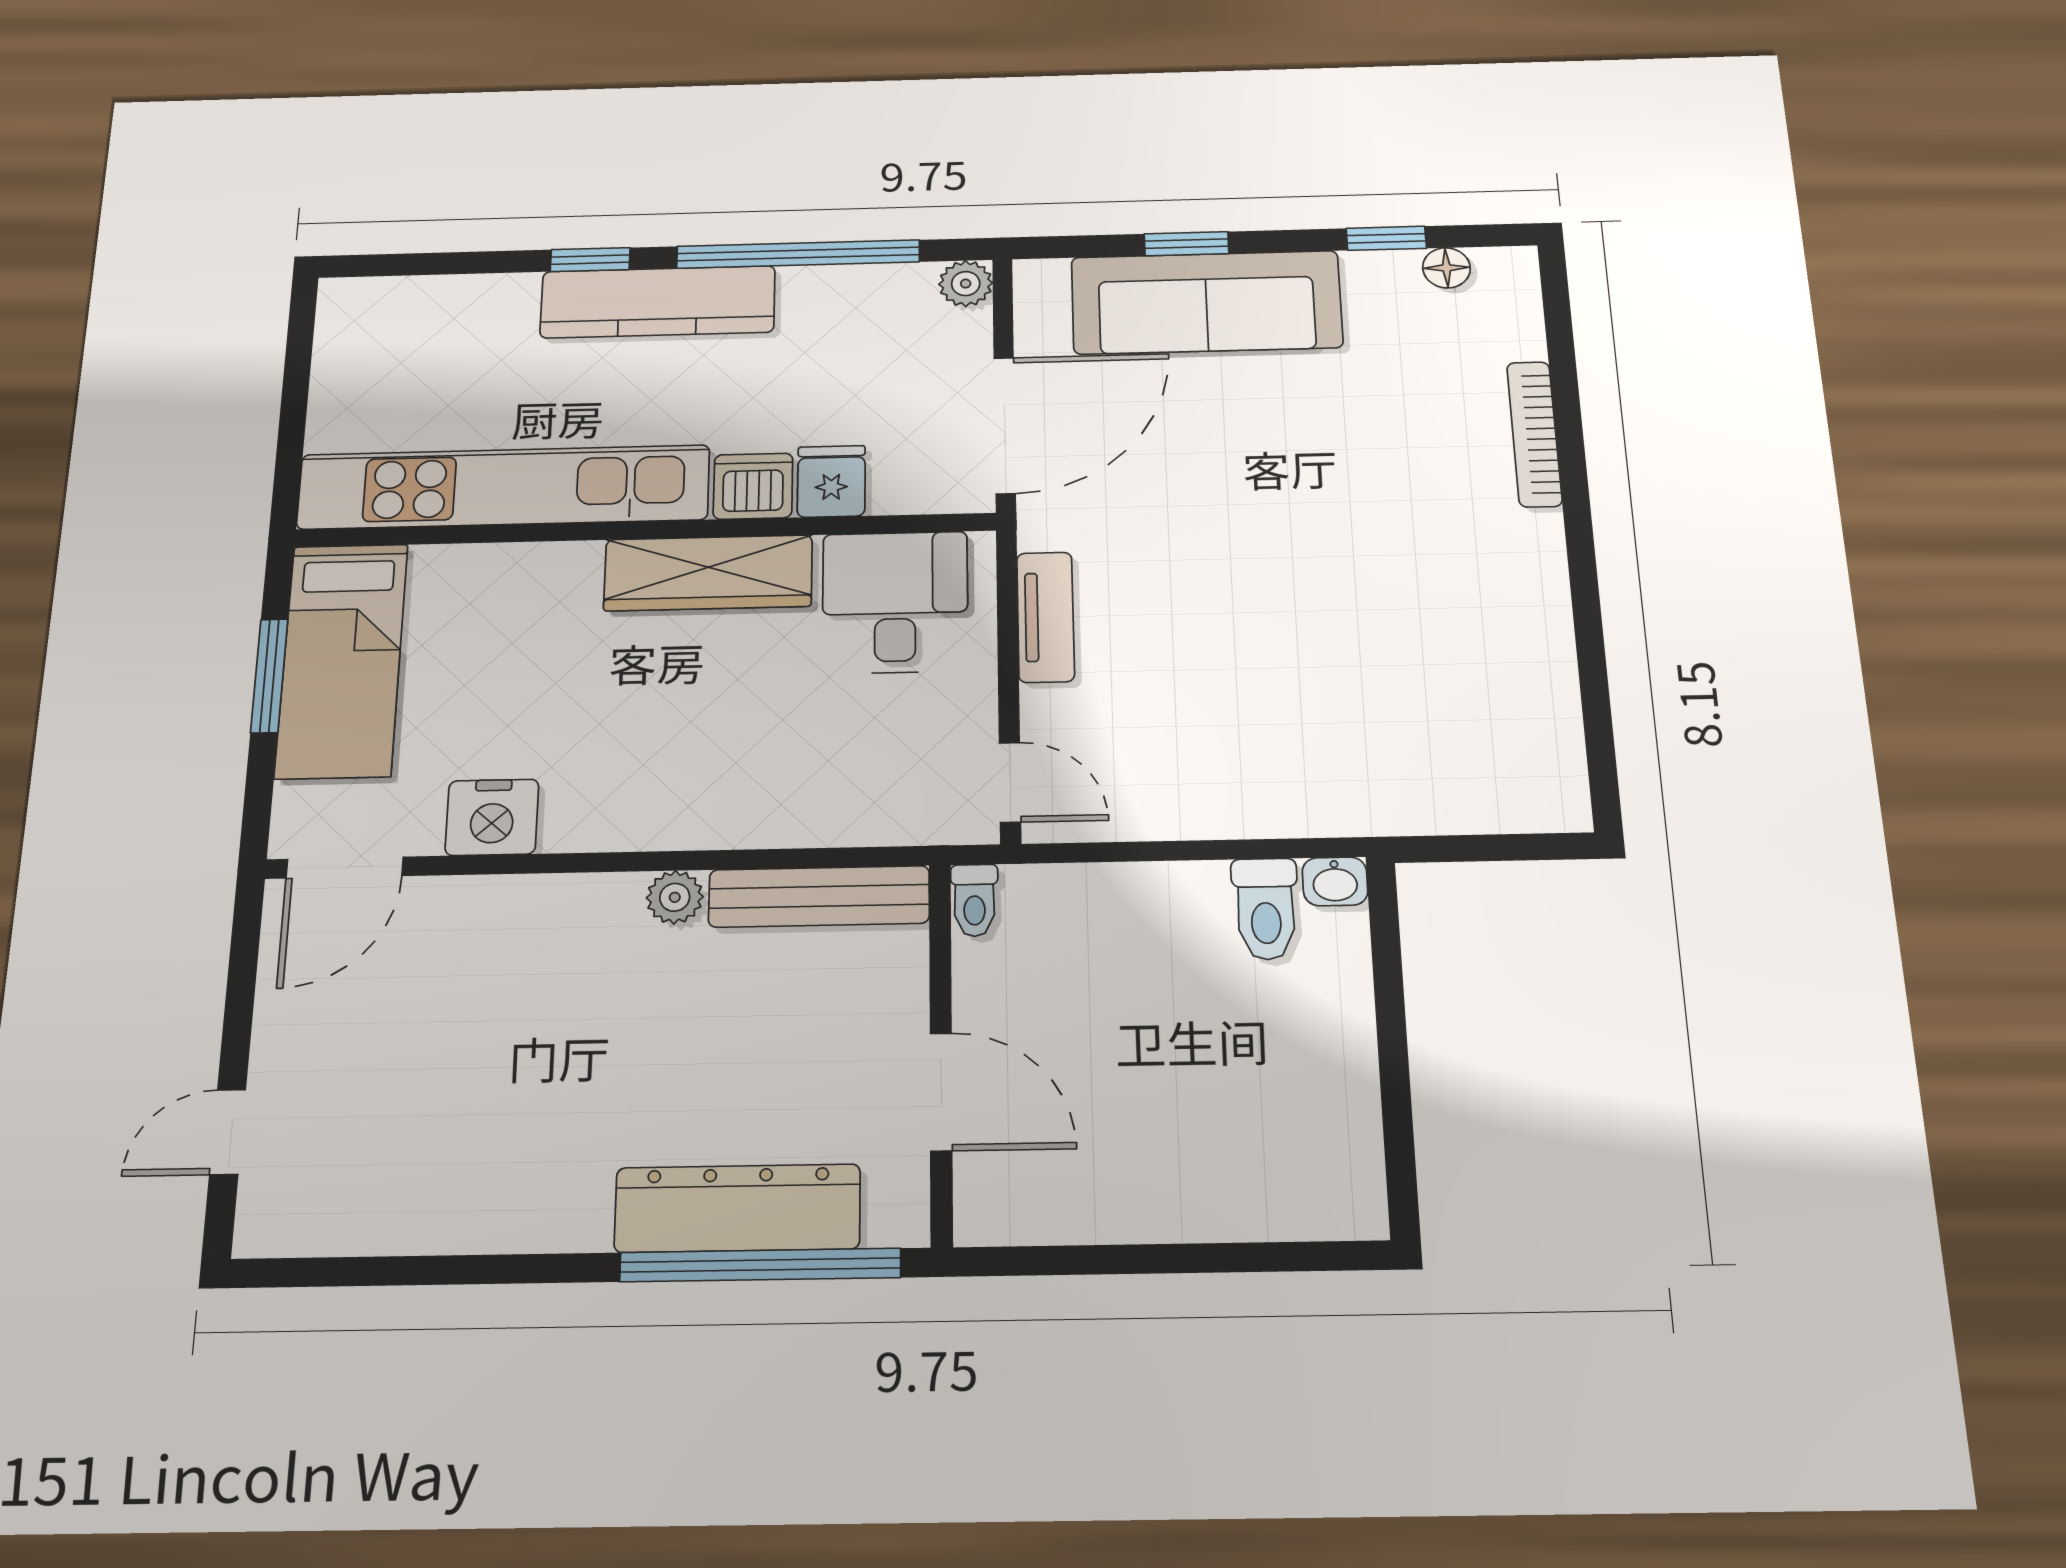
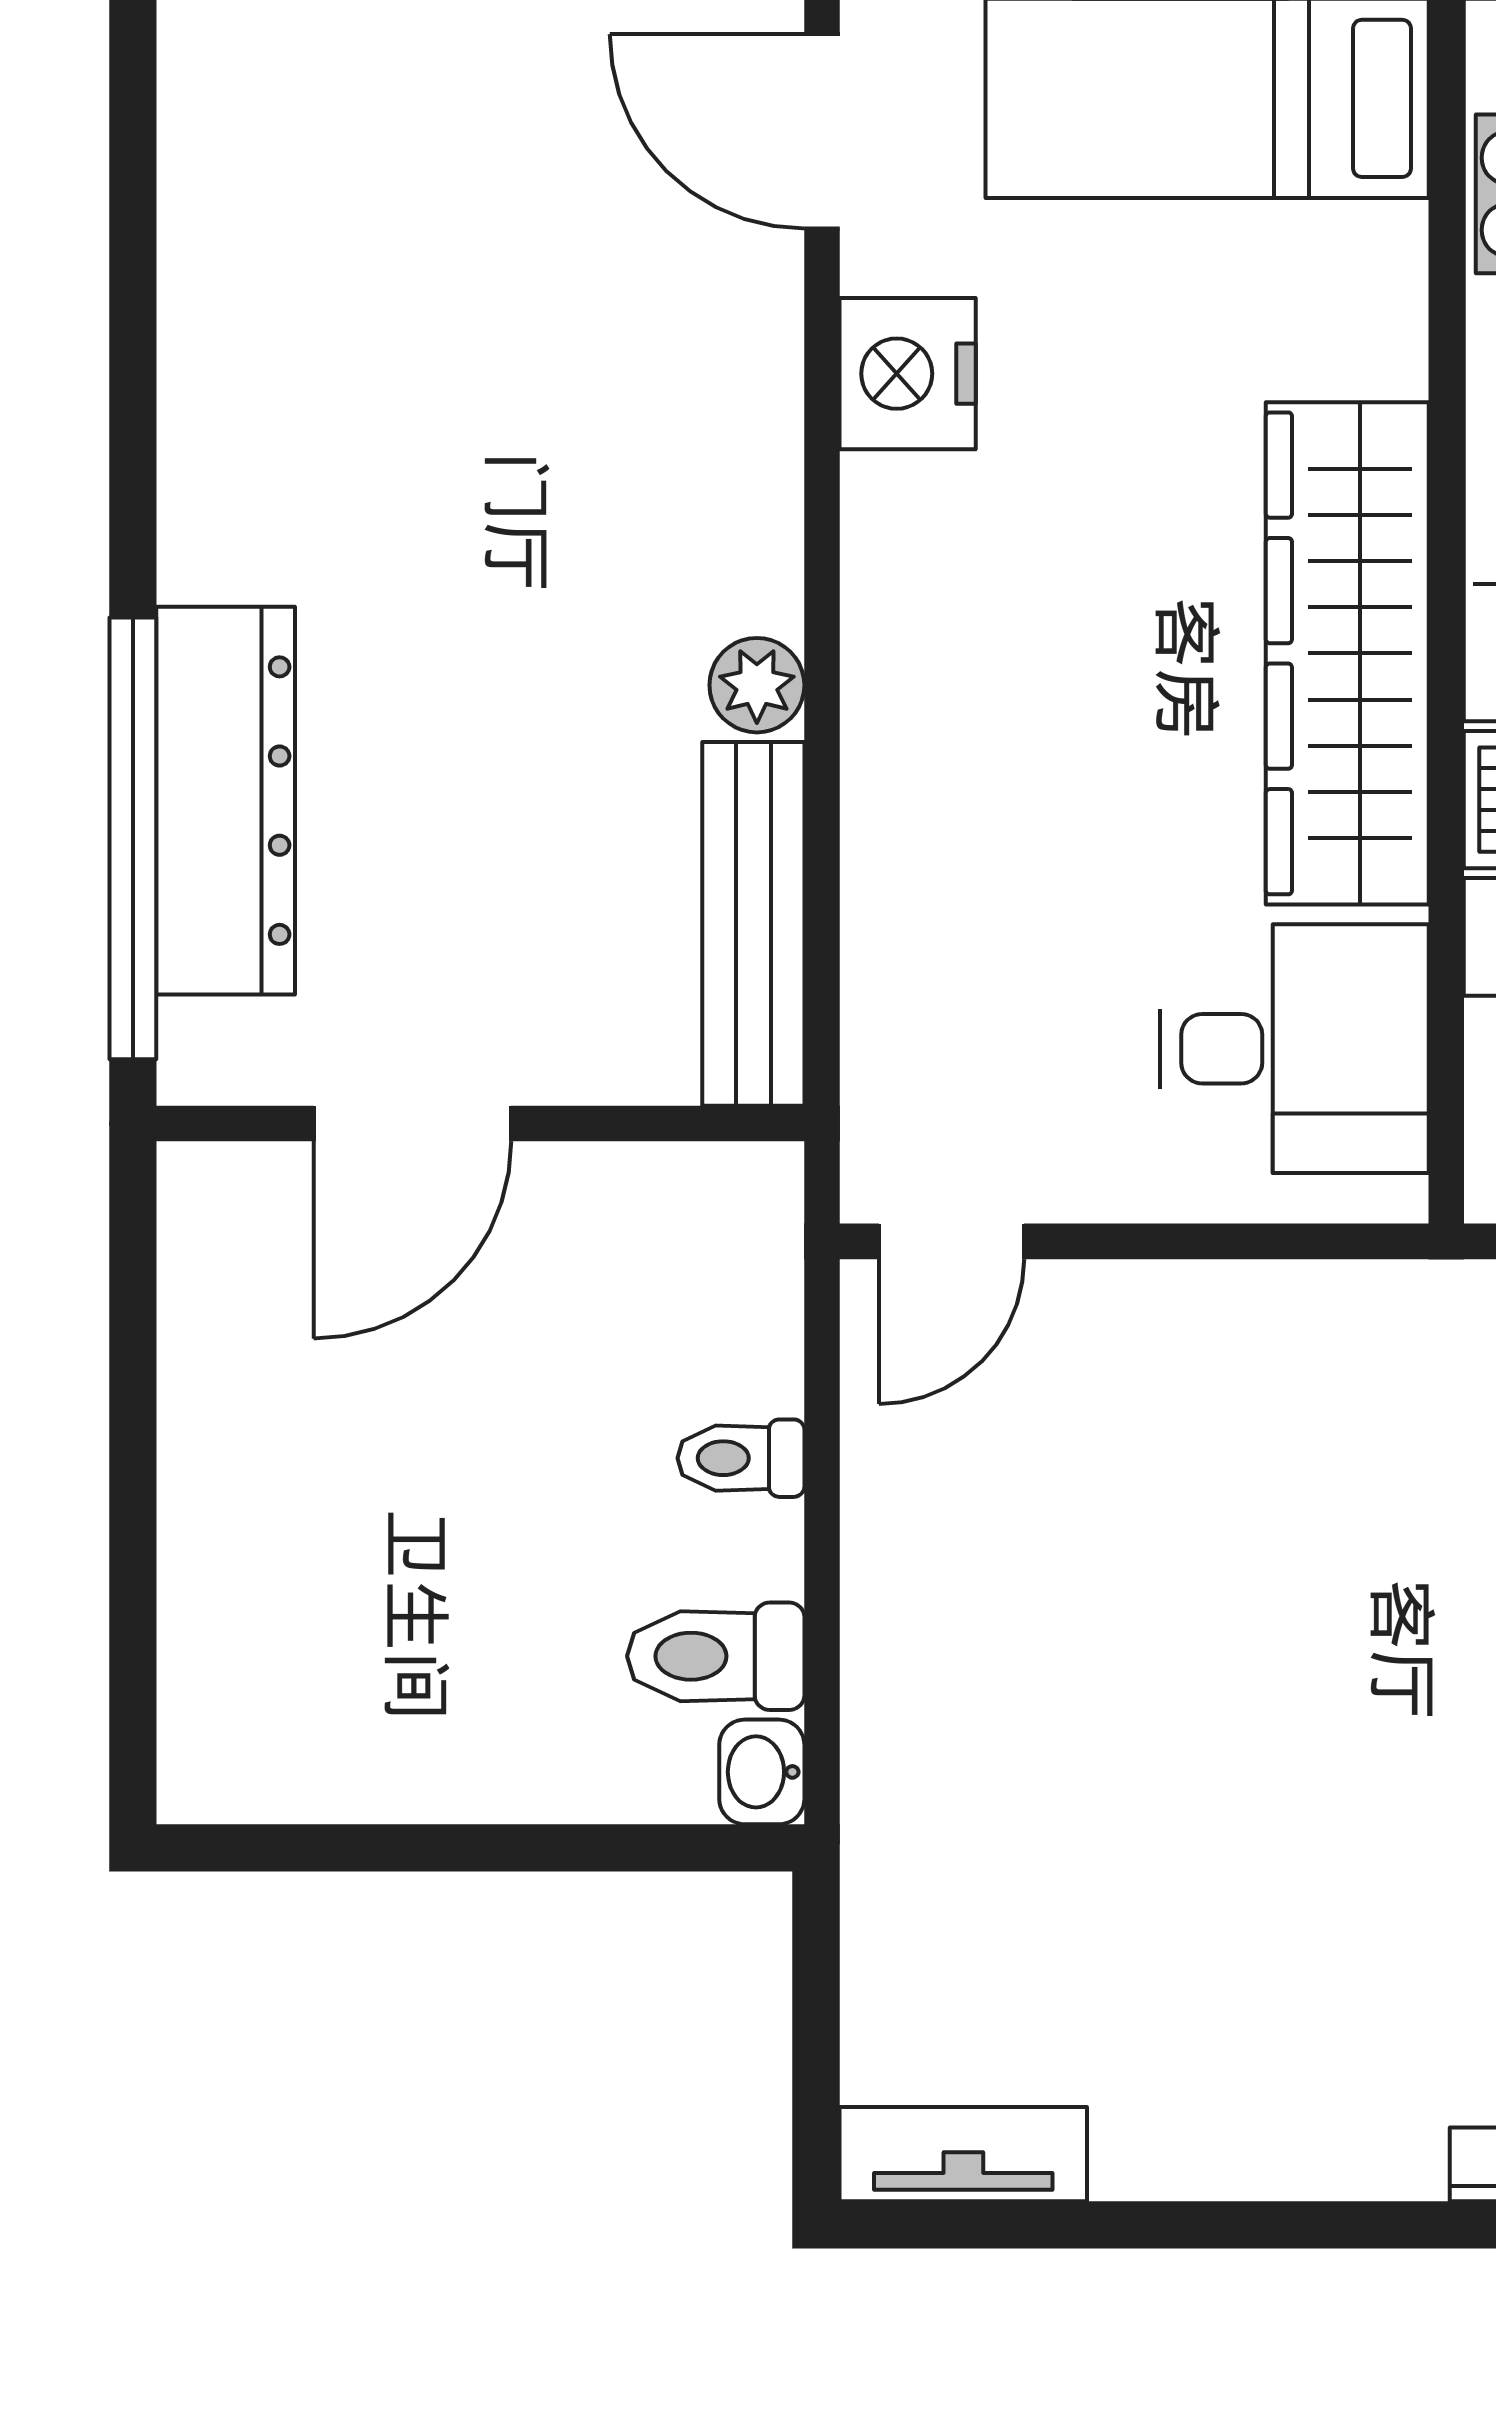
wardrobe: (708, 573) -> (1347, 653), width x1.40, depth x1.17
tv unit: (1045, 617) -> (963, 2154), moved, turned 180
toilet: (974, 900) -> (741, 1458), moved

